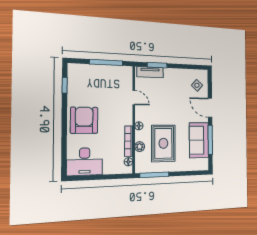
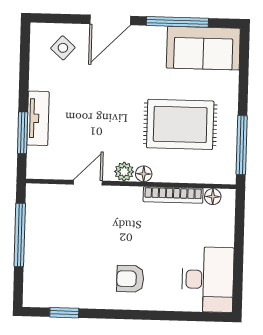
tv unit: (150, 72) -> (38, 118), moved
armchair: (84, 120) -> (130, 279), width x0.53, depth x0.53
sofa: (199, 140) -> (203, 48), moved
plant: (140, 147) -> (124, 172), moved

